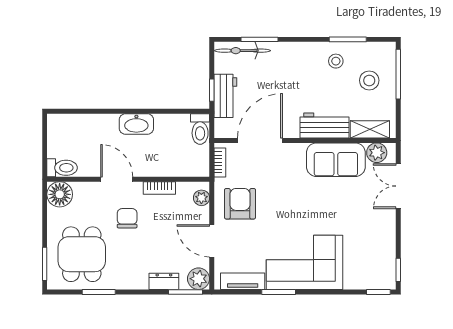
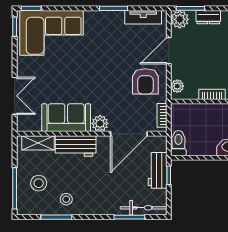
plant: (377, 153) -> (100, 123), moved
door: (212, 241) -> (169, 51), swing flipped
corner sofa: (304, 262) -> (52, 33), moved

